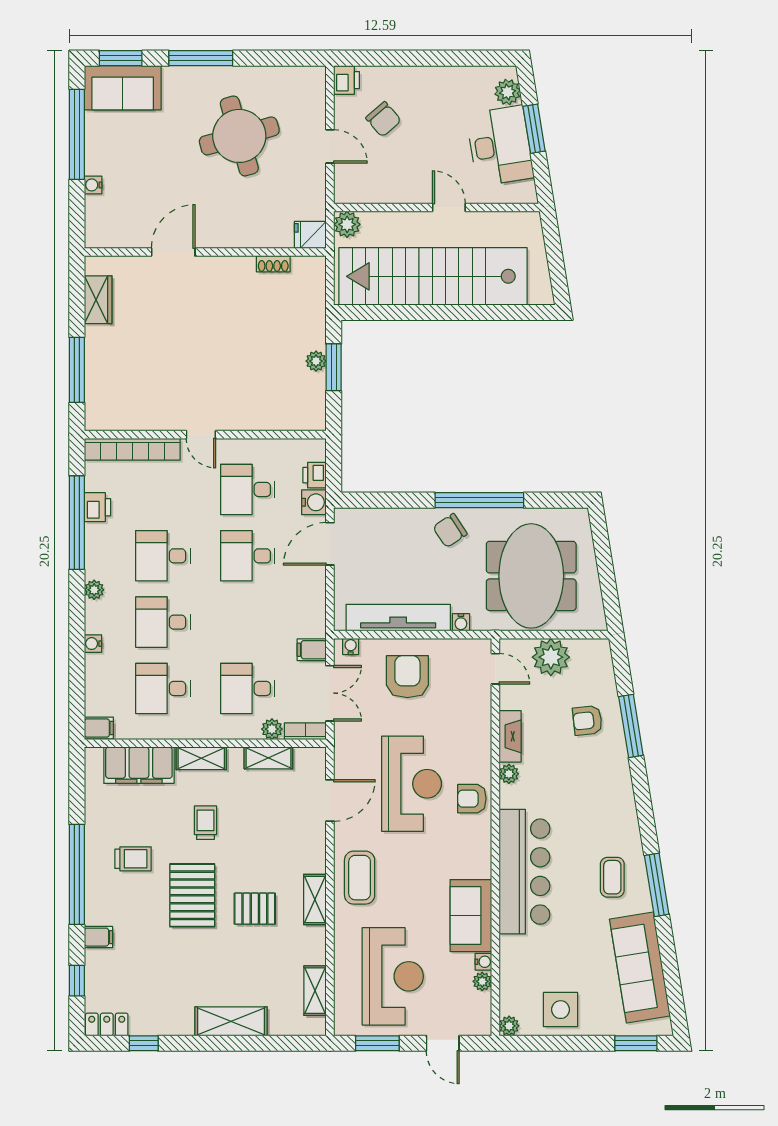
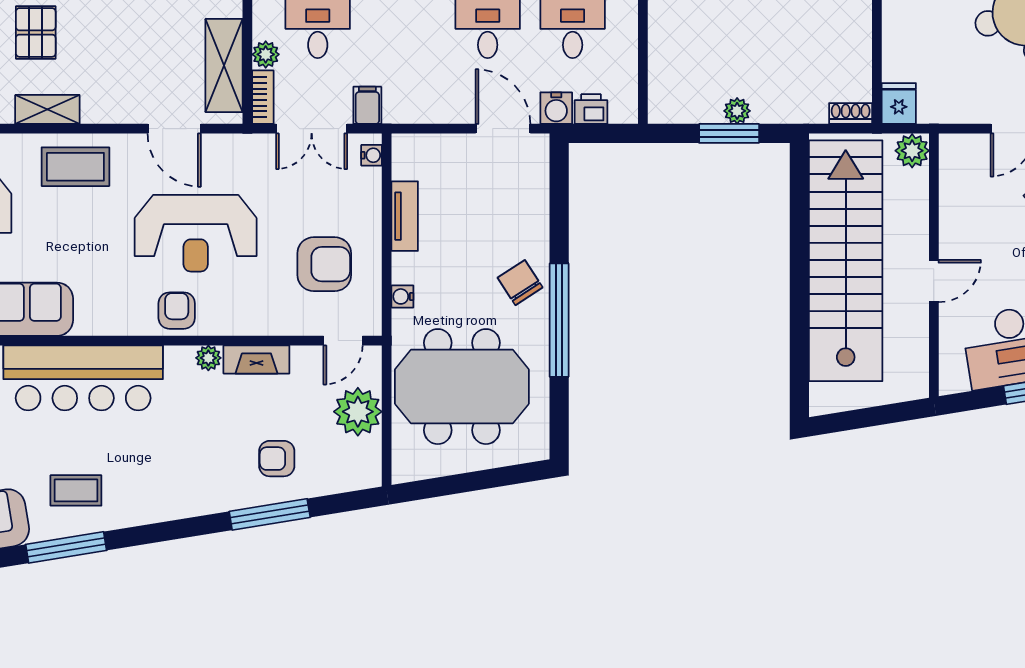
shoe rack: (273, 264) -> (851, 114), moved, turned 90
tv unit: (398, 618) -> (405, 216), width x0.52, depth x0.78
armchair: (407, 677) -> (324, 264), moved
armchair: (587, 720) -> (277, 459), turned -84
shelving: (268, 758) -> (224, 65), width x1.50, depth x1.33

